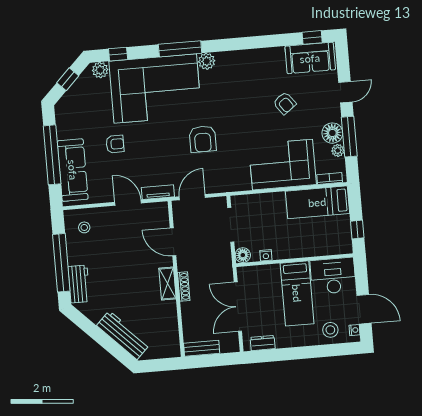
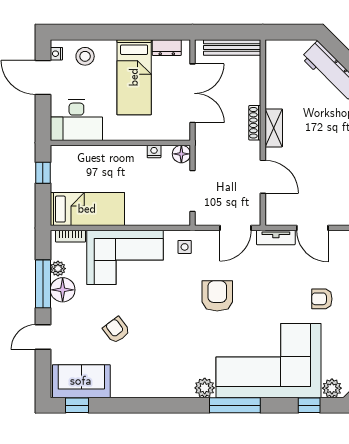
side table: (233, 178) -> (185, 247), added
bed: (297, 293) -> (134, 77), moved, turned 180
bench: (202, 348) -> (232, 48), width x1.36

